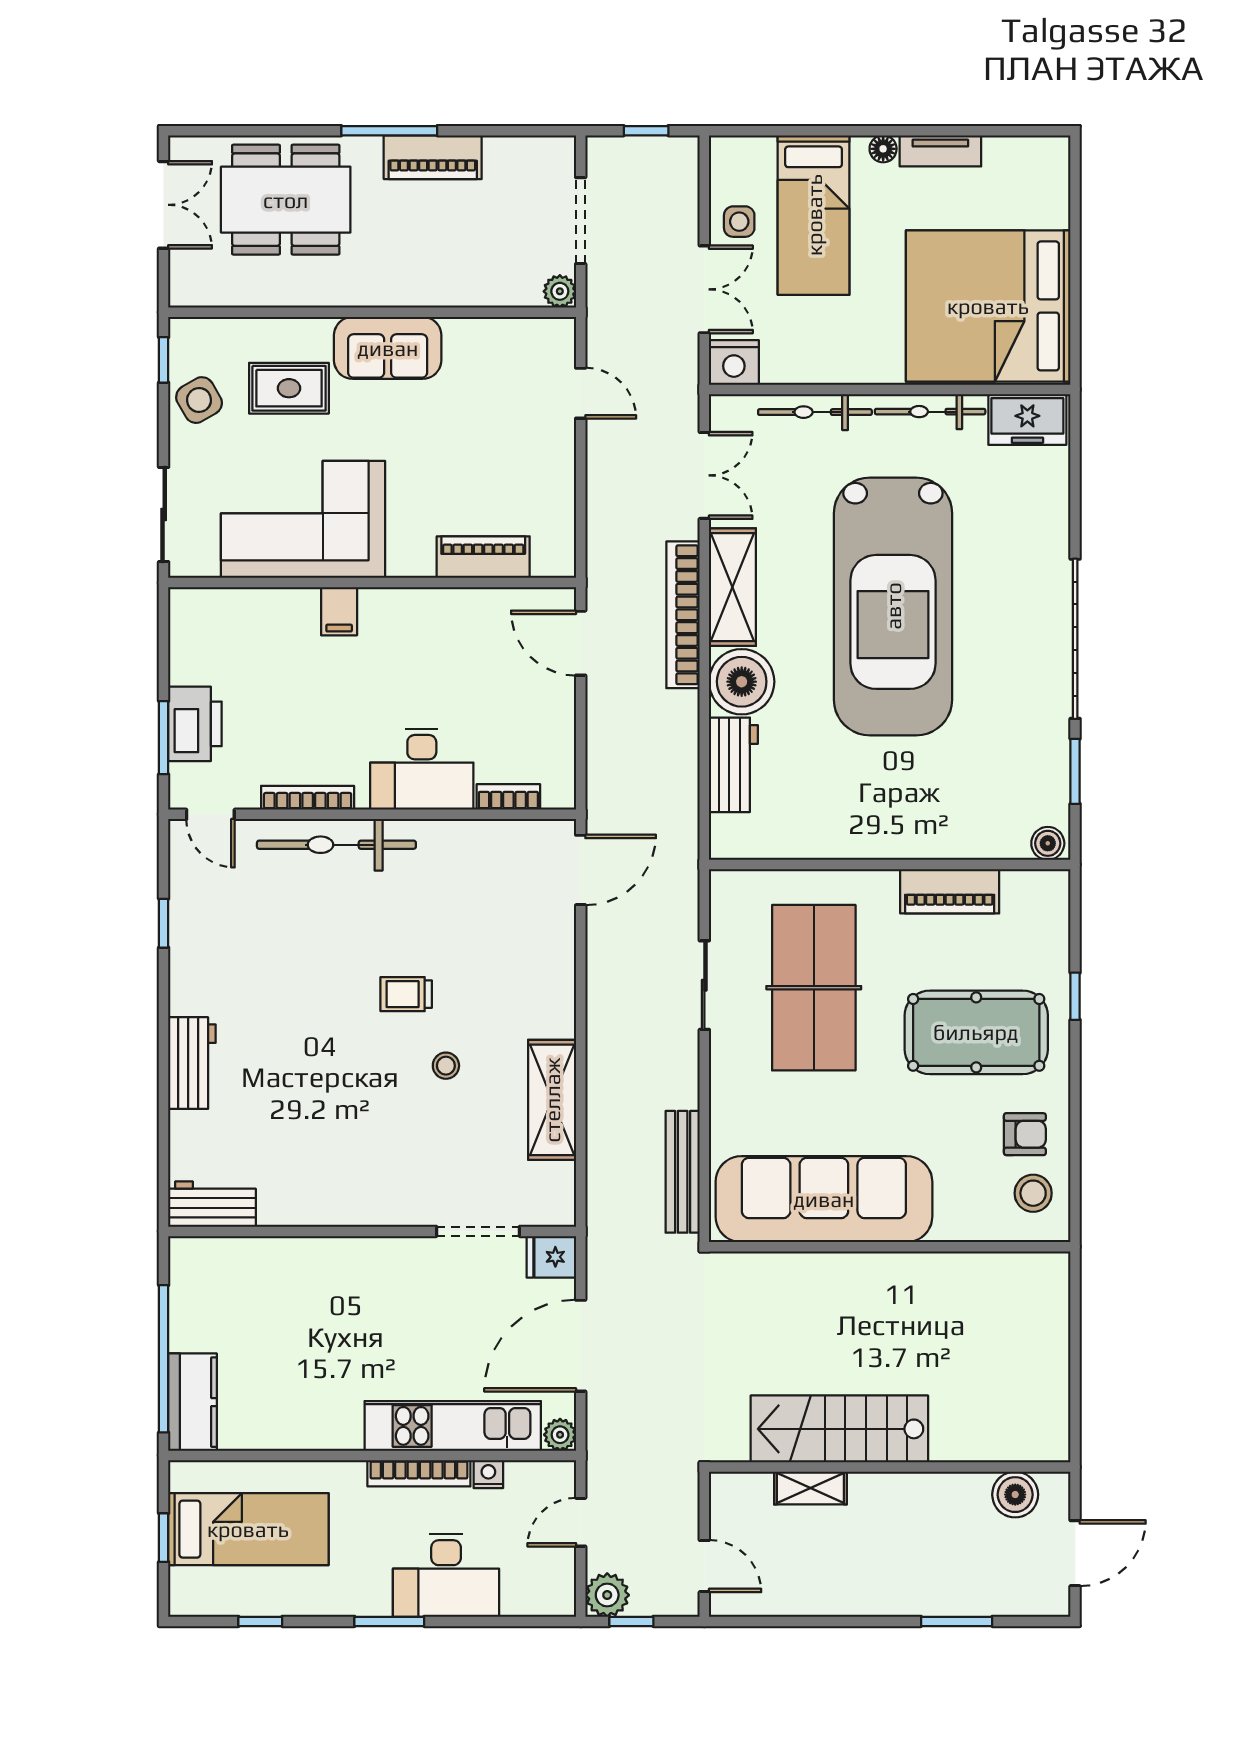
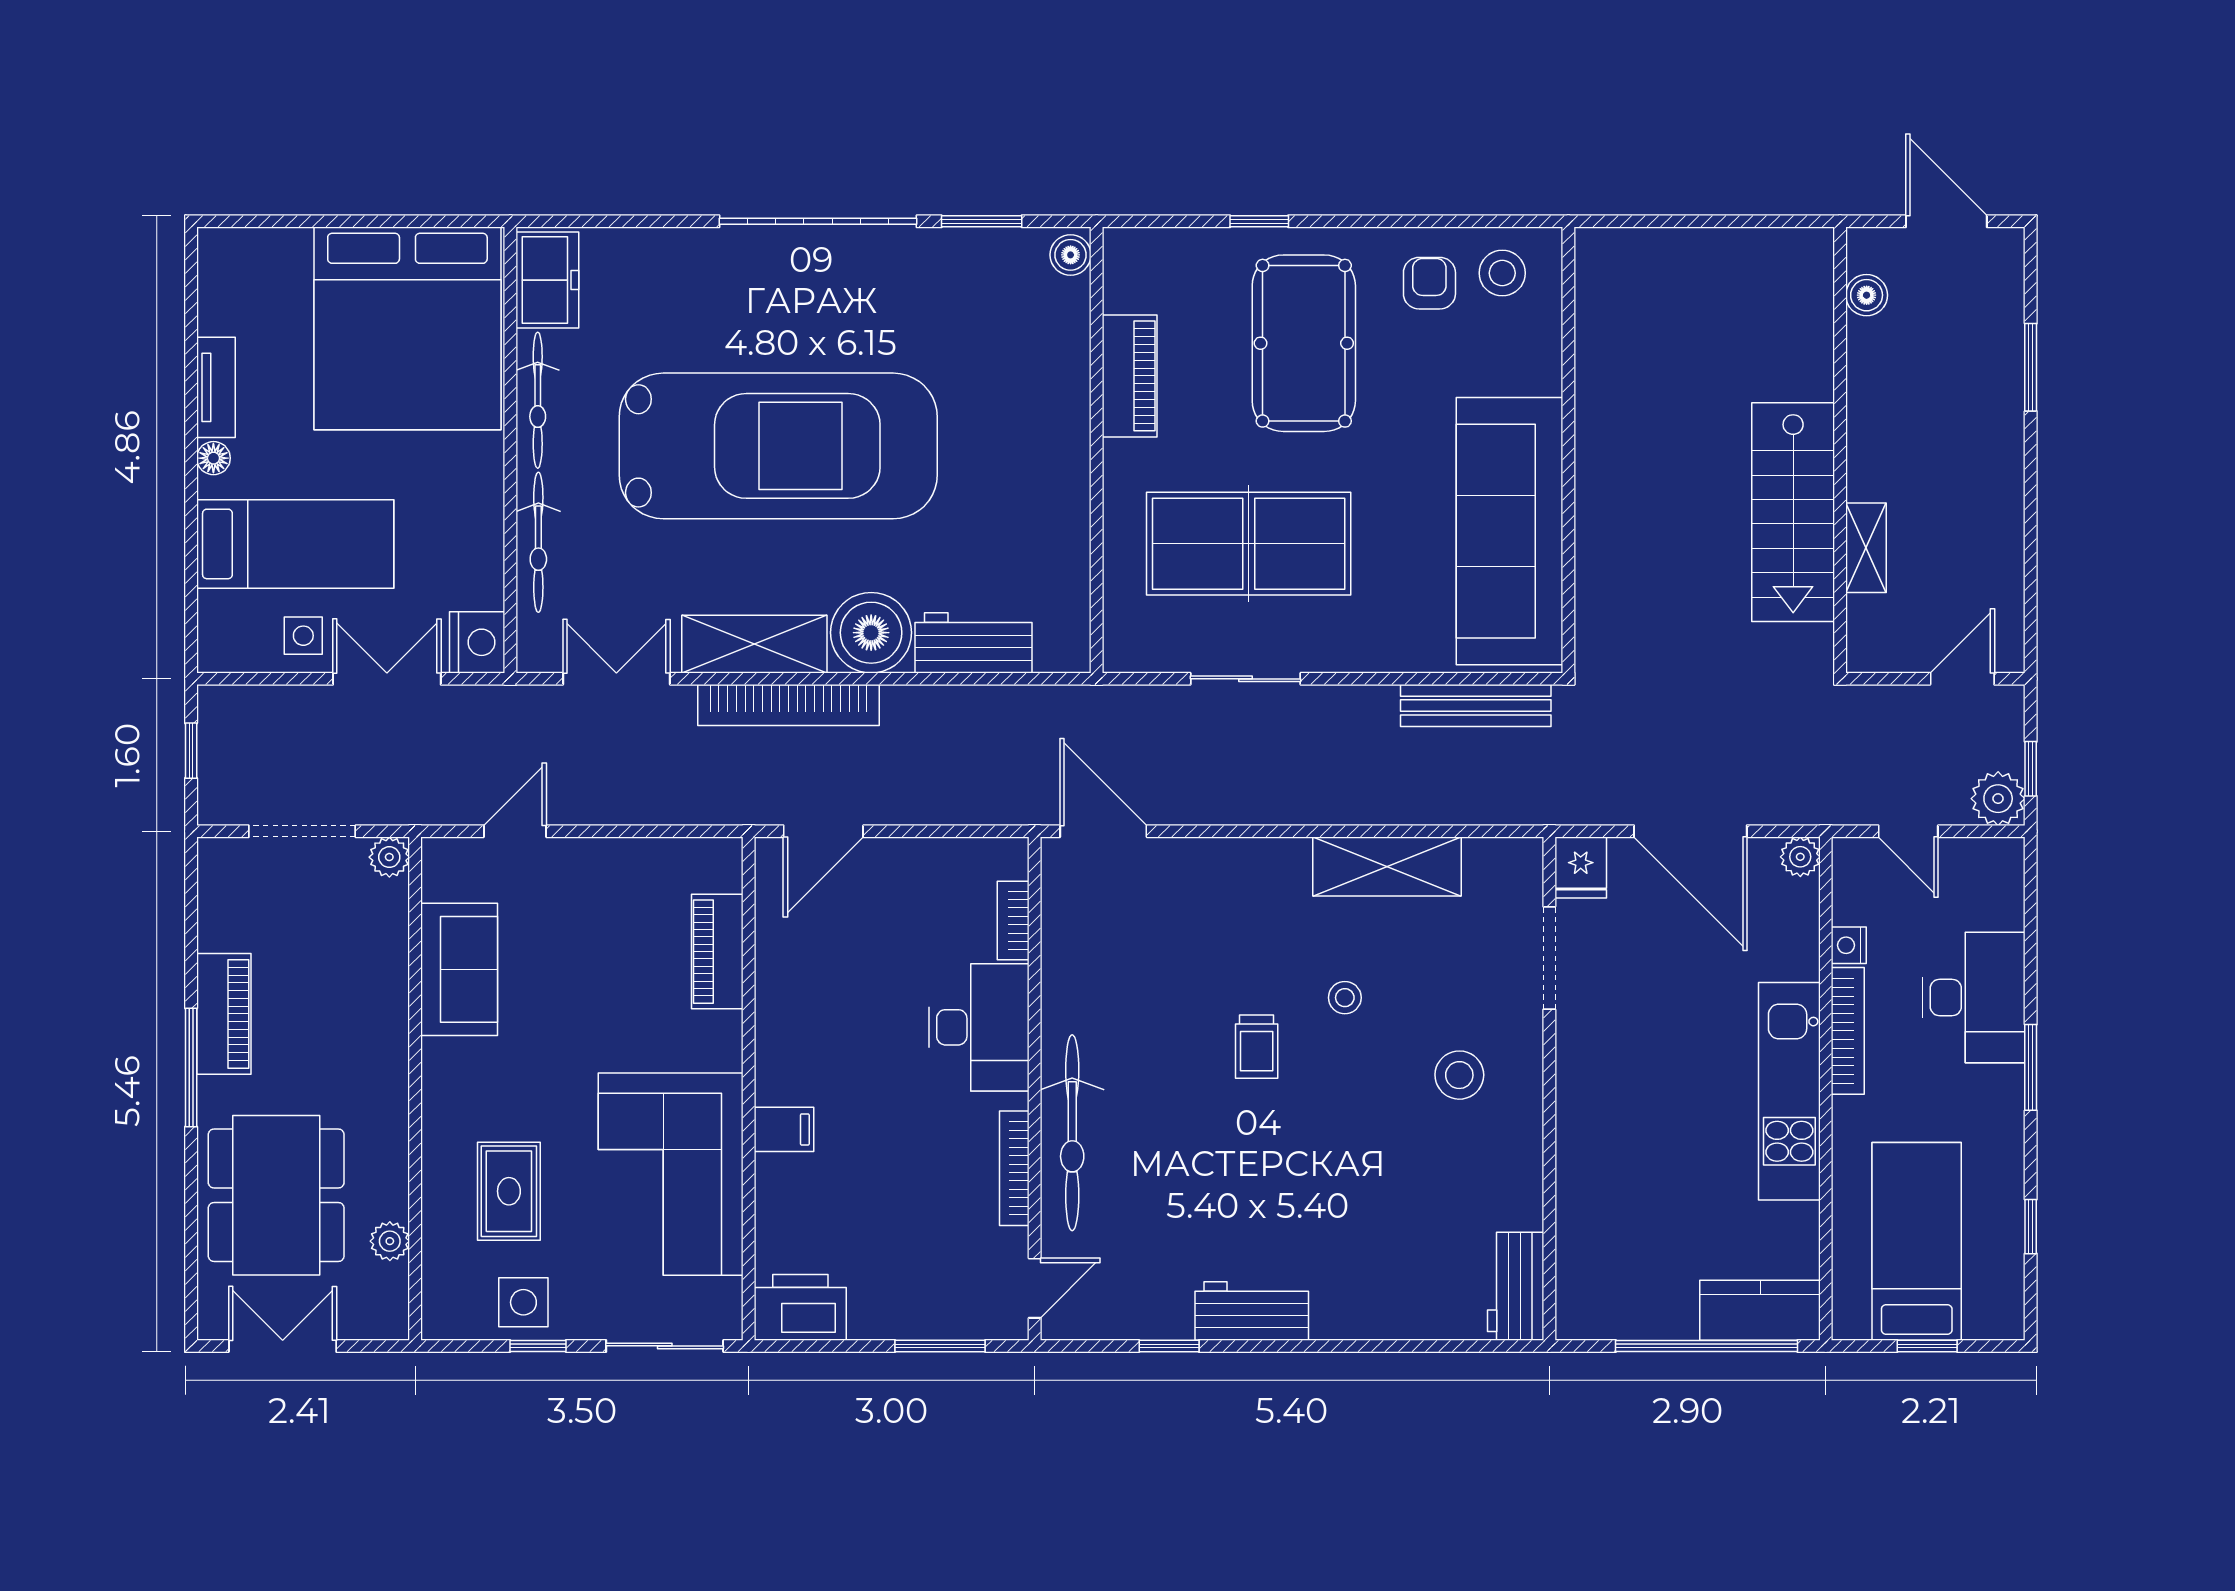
plant: (249, 292) -> (390, 1241), added
sofa: (388, 348) -> (459, 969), moved
window: (164, 360) -> (538, 1346), moved
side table: (199, 400) -> (523, 1302), turned 30
printer: (195, 724) -> (800, 1307), moved
workbench: (192, 1063) -> (1252, 1311), moved
stool: (383, 1158) -> (1459, 1075), added
kitchen unit: (453, 1426) -> (1789, 1091), moved
boiler: (1015, 1495) -> (1867, 295), width x0.73, depth x0.73

